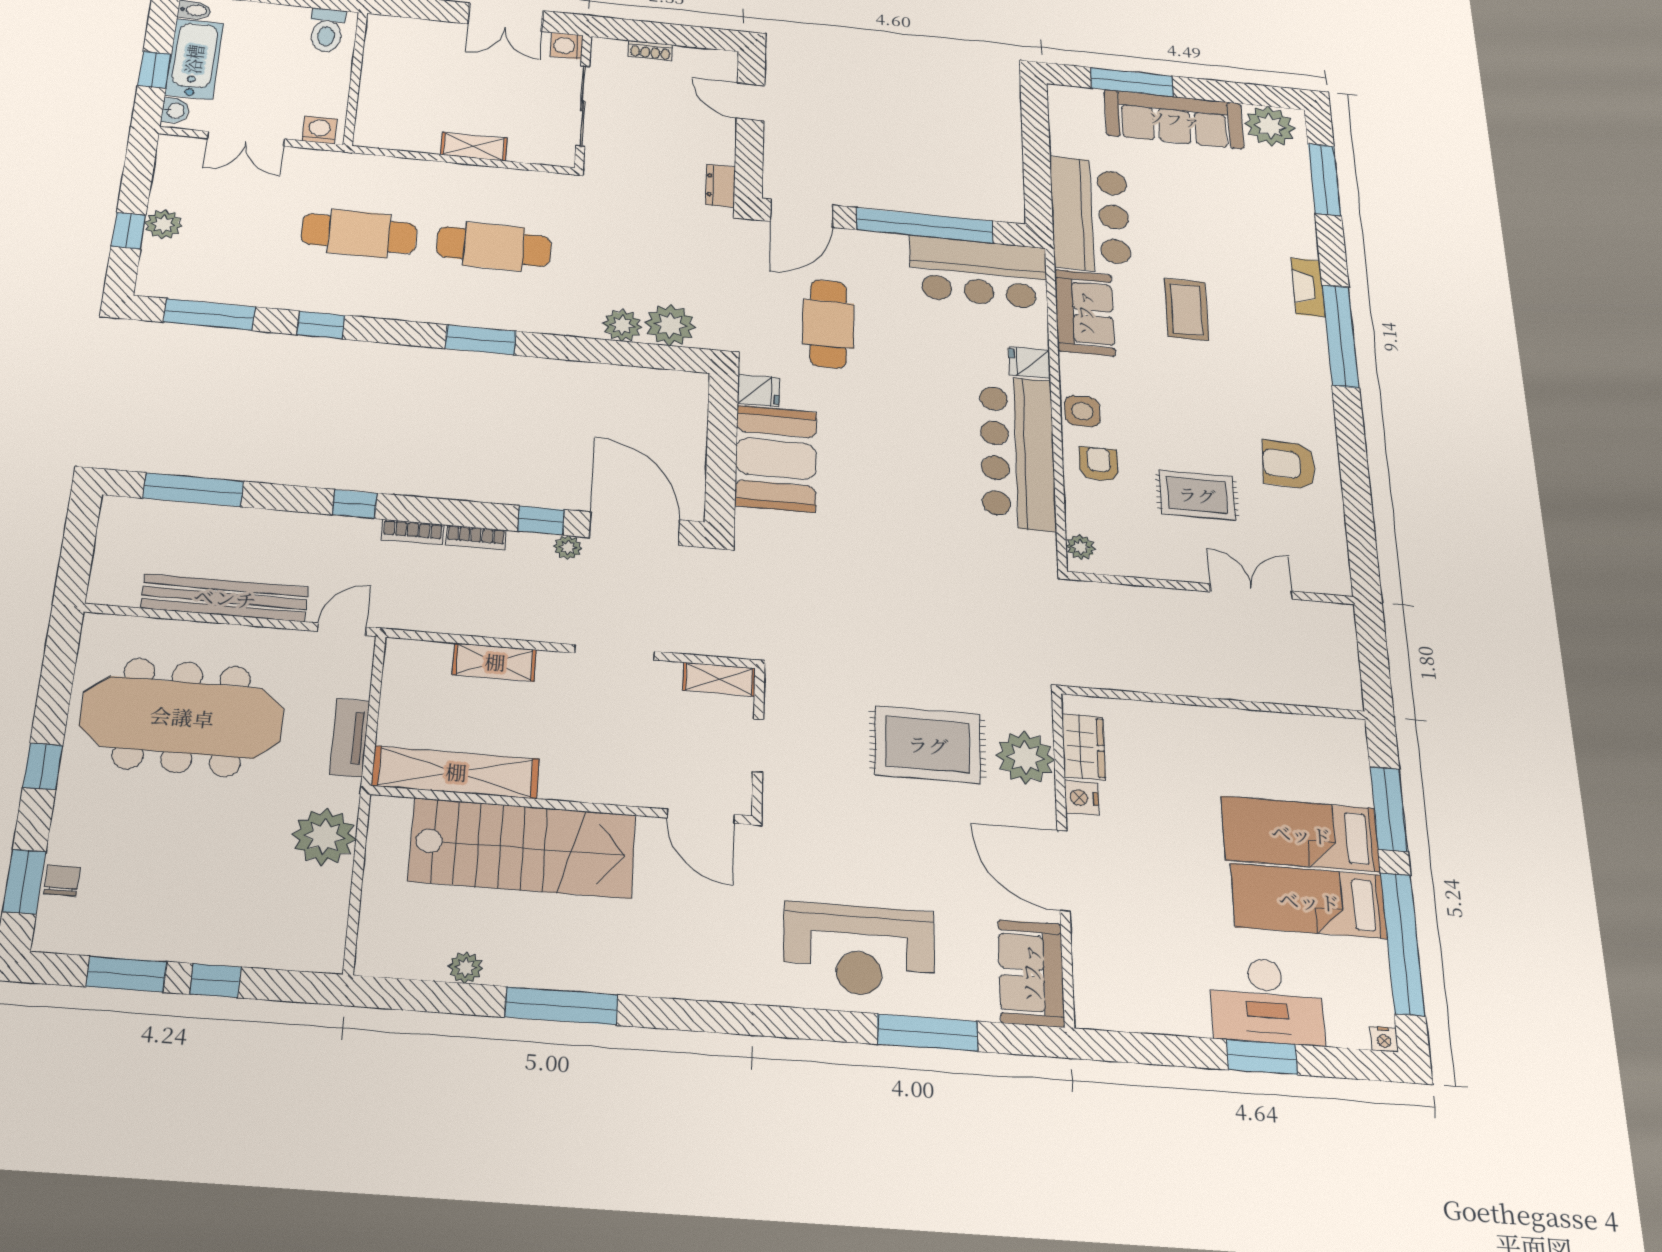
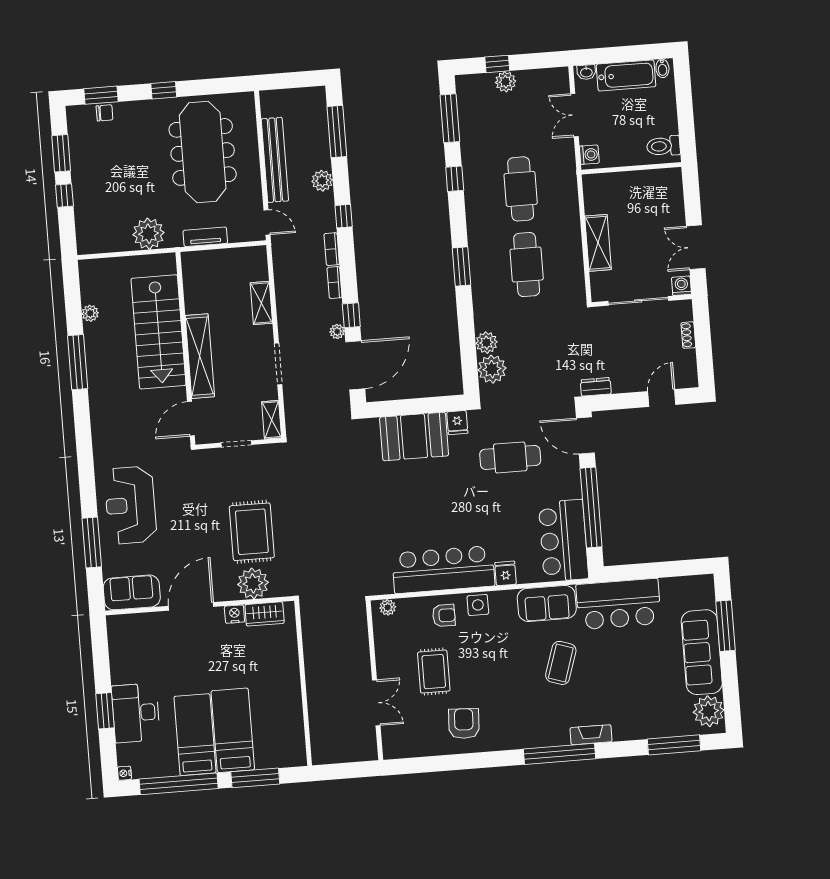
window: (154, 70) -> (614, 55), removed
shelving: (474, 147) -> (598, 243), width x1.50, depth x1.33
coffee table: (1187, 309) -> (561, 663), turned -72
plant: (281, 527) -> (322, 181), added
shelving: (456, 772) -> (200, 356), moved

